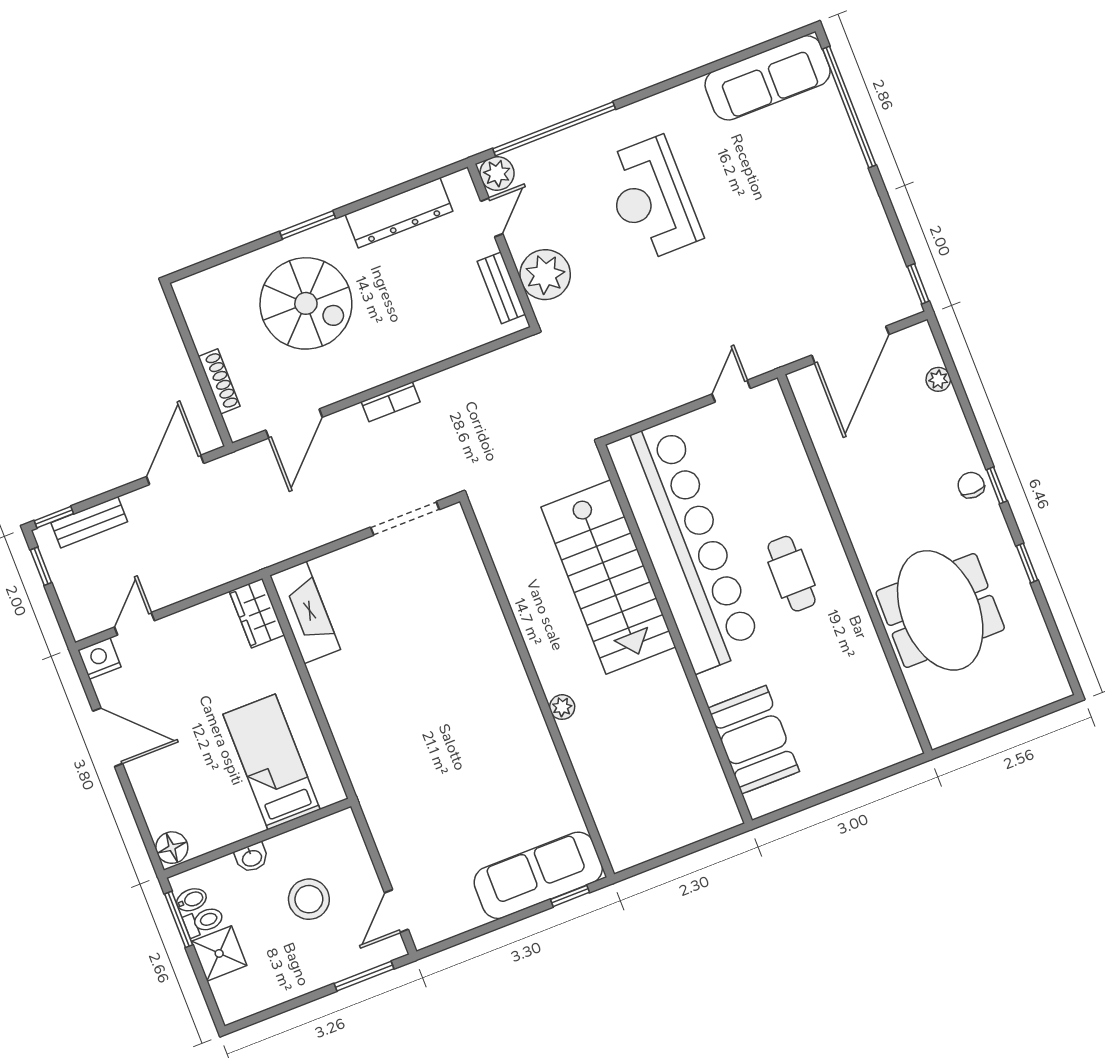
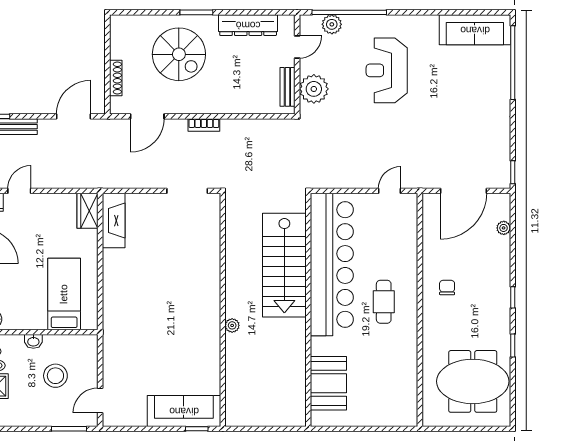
plant: (497, 173) -> (332, 24), moved
chair: (971, 485) -> (447, 287), moved
meeting table: (940, 610) -> (473, 381), moved, turned 90

